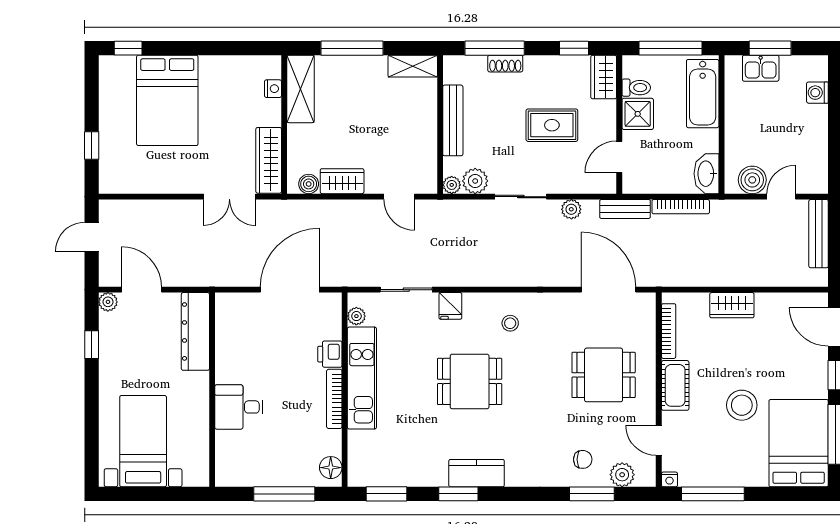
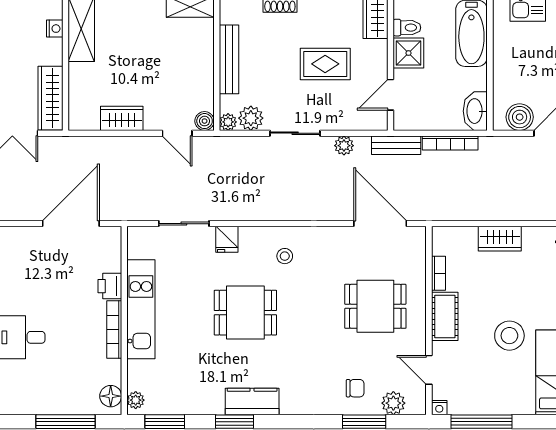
boiler: (309, 184) -> (205, 121), moved
plant: (356, 316) -> (136, 400), moved
bookcase: (669, 331) -> (438, 273), width x0.64

